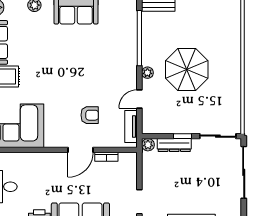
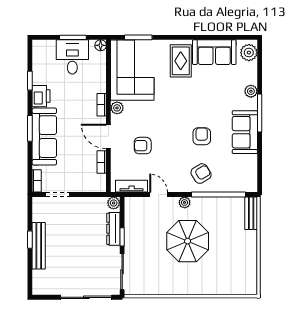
armchair: (80, 55) -> (202, 136), added
armchair: (118, 56) -> (201, 174), added
armchair: (90, 115) -> (143, 146), turned 90
plant: (51, 141) -> (117, 108), added
bookcase: (48, 157) -> (102, 105), added

